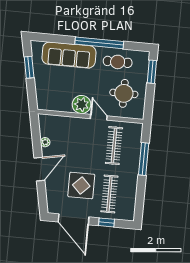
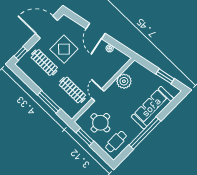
cafe table: (118, 62) -> (116, 142), moved
window: (152, 72) -> (85, 137), moved
plant: (82, 104) -> (124, 81), moved
door: (99, 117) -> (98, 95), swing flipped
window: (107, 222) -> (21, 53), moved

